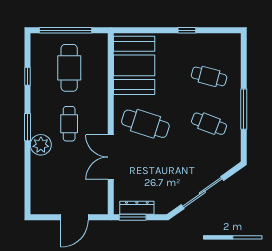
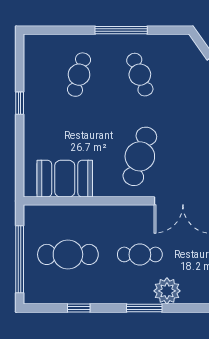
booth: (134, 65) -> (65, 179), width x0.73, depth x0.70
cafe table: (209, 124) -> (140, 75), turned -42

